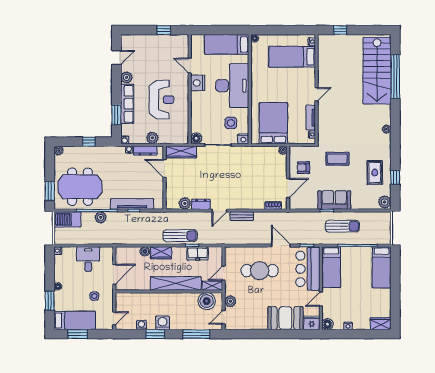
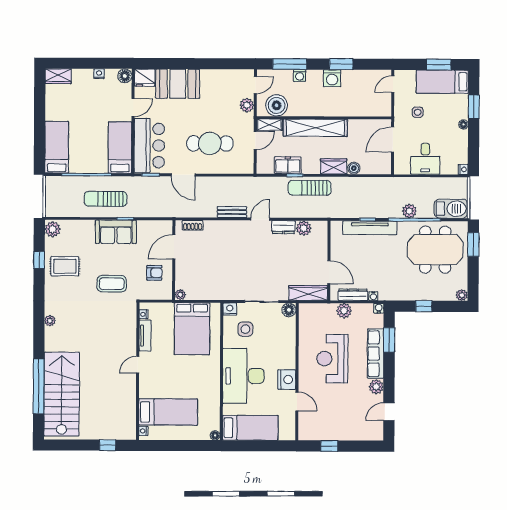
rug: (375, 173) -> (65, 266), turned 90
washing machine: (141, 325) -> (300, 76), moved

